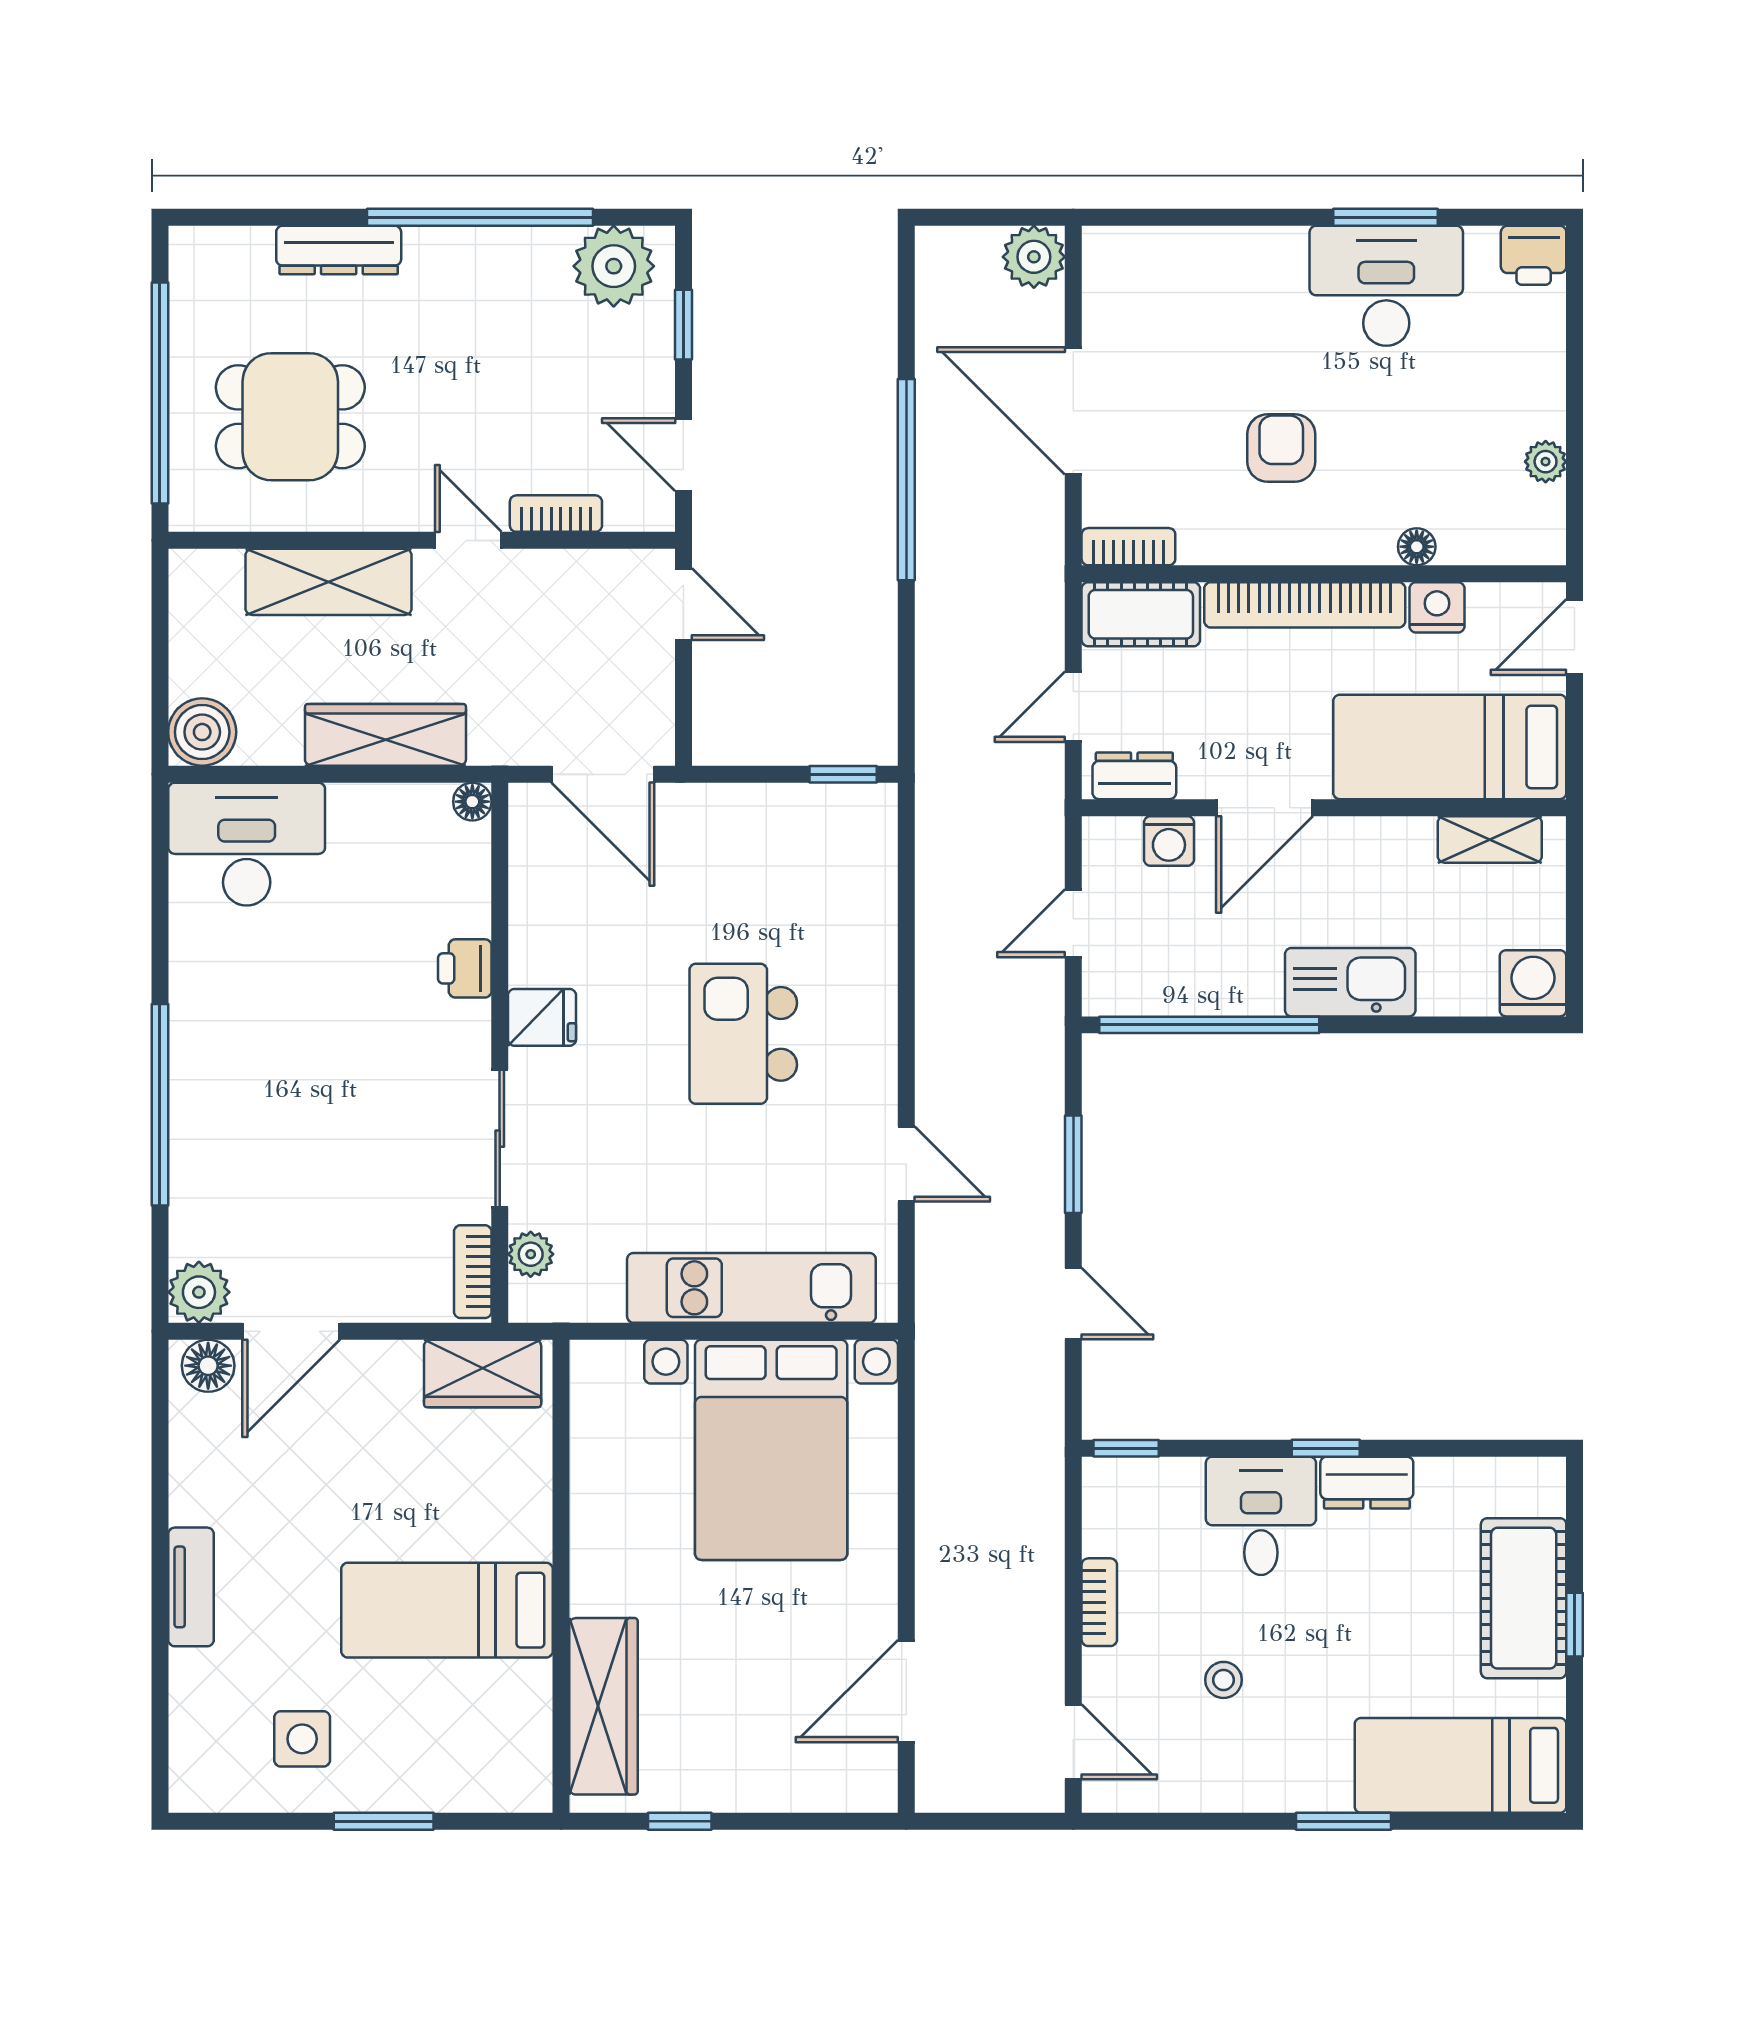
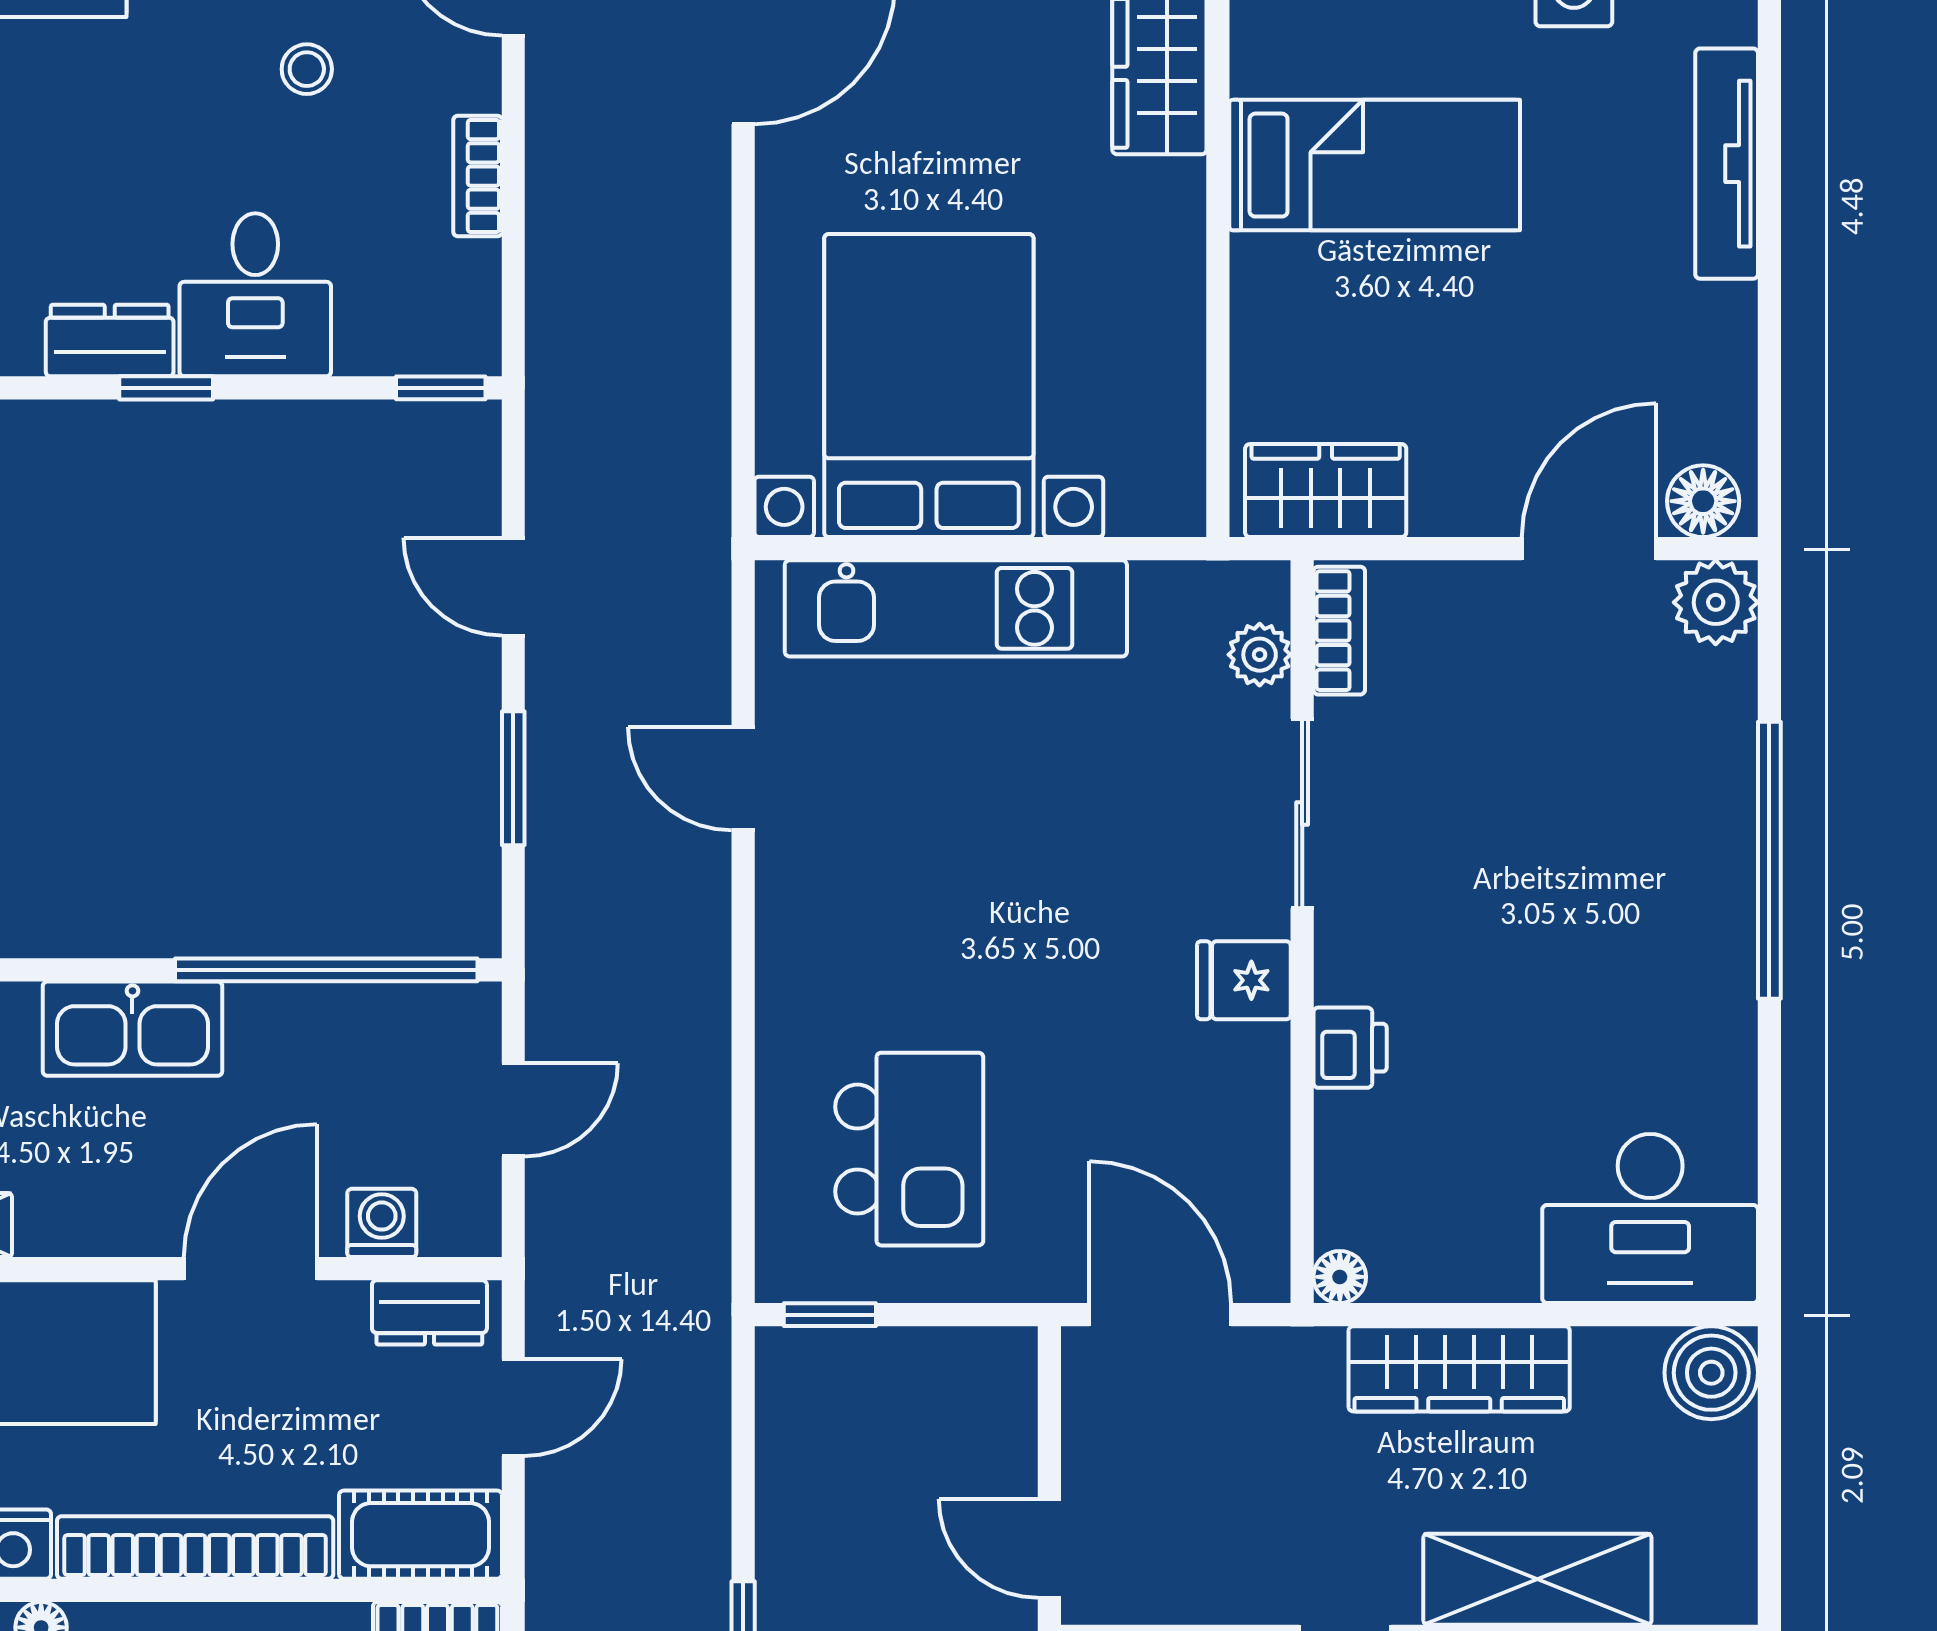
kitchen island: (743, 1034) -> (909, 1149), moved
tv unit: (191, 1587) -> (1727, 164), width x1.41

